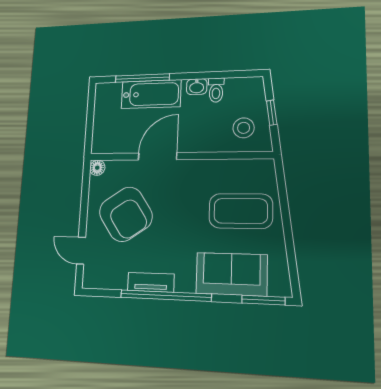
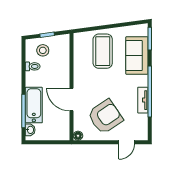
washbasin: (197, 87) -> (30, 130), moved
stool: (244, 128) -> (43, 50), moved

